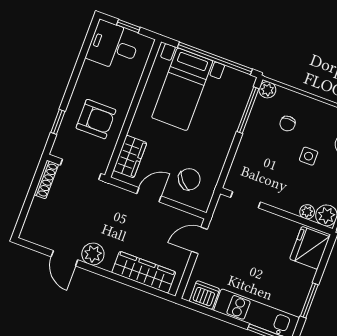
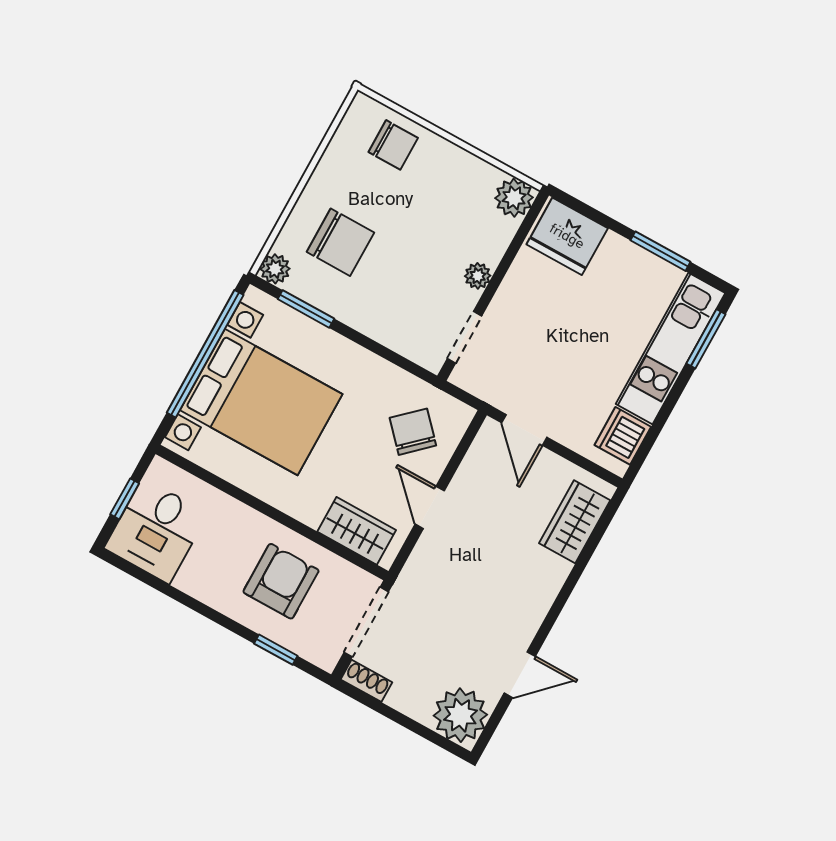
bed with nightstands: (182, 89) -> (261, 402), width x1.36
window: (248, 110) -> (306, 309), width x0.69
chair: (288, 124) -> (340, 242), width x1.87, depth x1.87
side table: (309, 156) -> (404, 214), removed
shoe rack: (46, 180) -> (366, 681), width x0.70
plant: (307, 212) -> (478, 276), moved
plant: (93, 254) -> (460, 715), moved, width x1.36, depth x1.36
wardrobe: (144, 272) -> (575, 522), width x0.67

